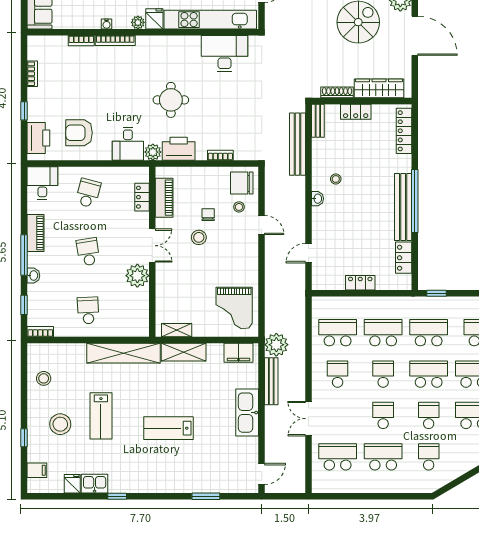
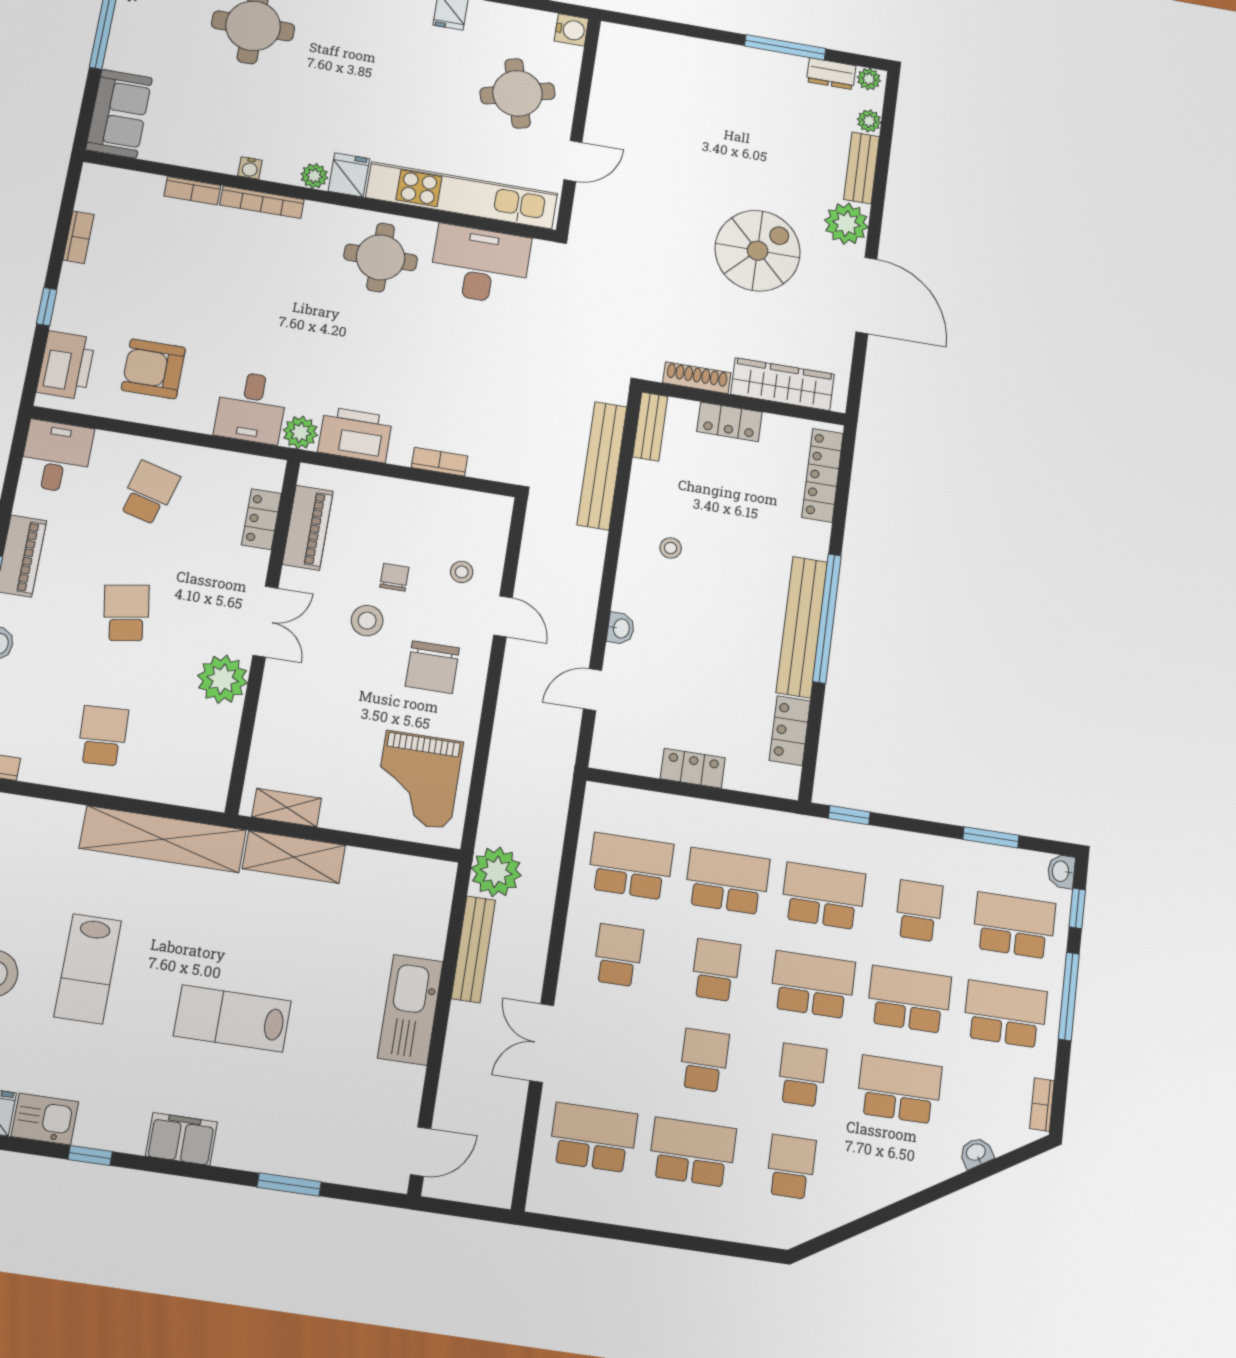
round table: (171, 100) -> (381, 257), moved
chair: (242, 183) -> (432, 667), moved, turned -90
washbasin: (317, 199) -> (621, 628), moved
filing cabinet: (238, 353) -> (181, 1139), moved, turned 180

